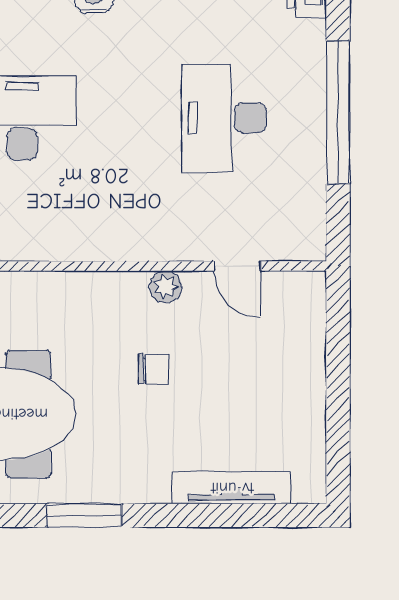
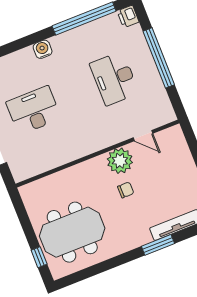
plant: (166, 287) -> (120, 161), width x1.88, depth x1.88
window: (85, 515) -> (158, 245), moved

